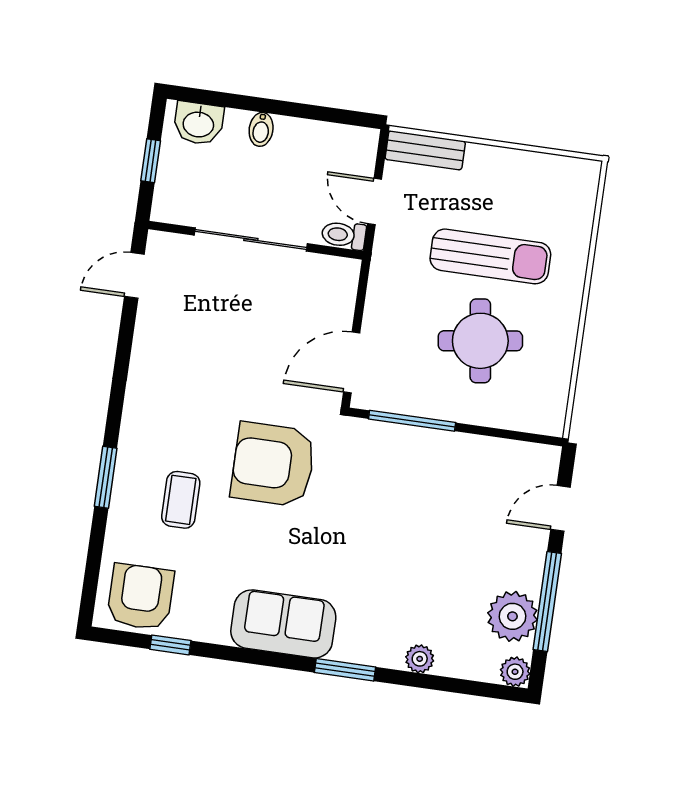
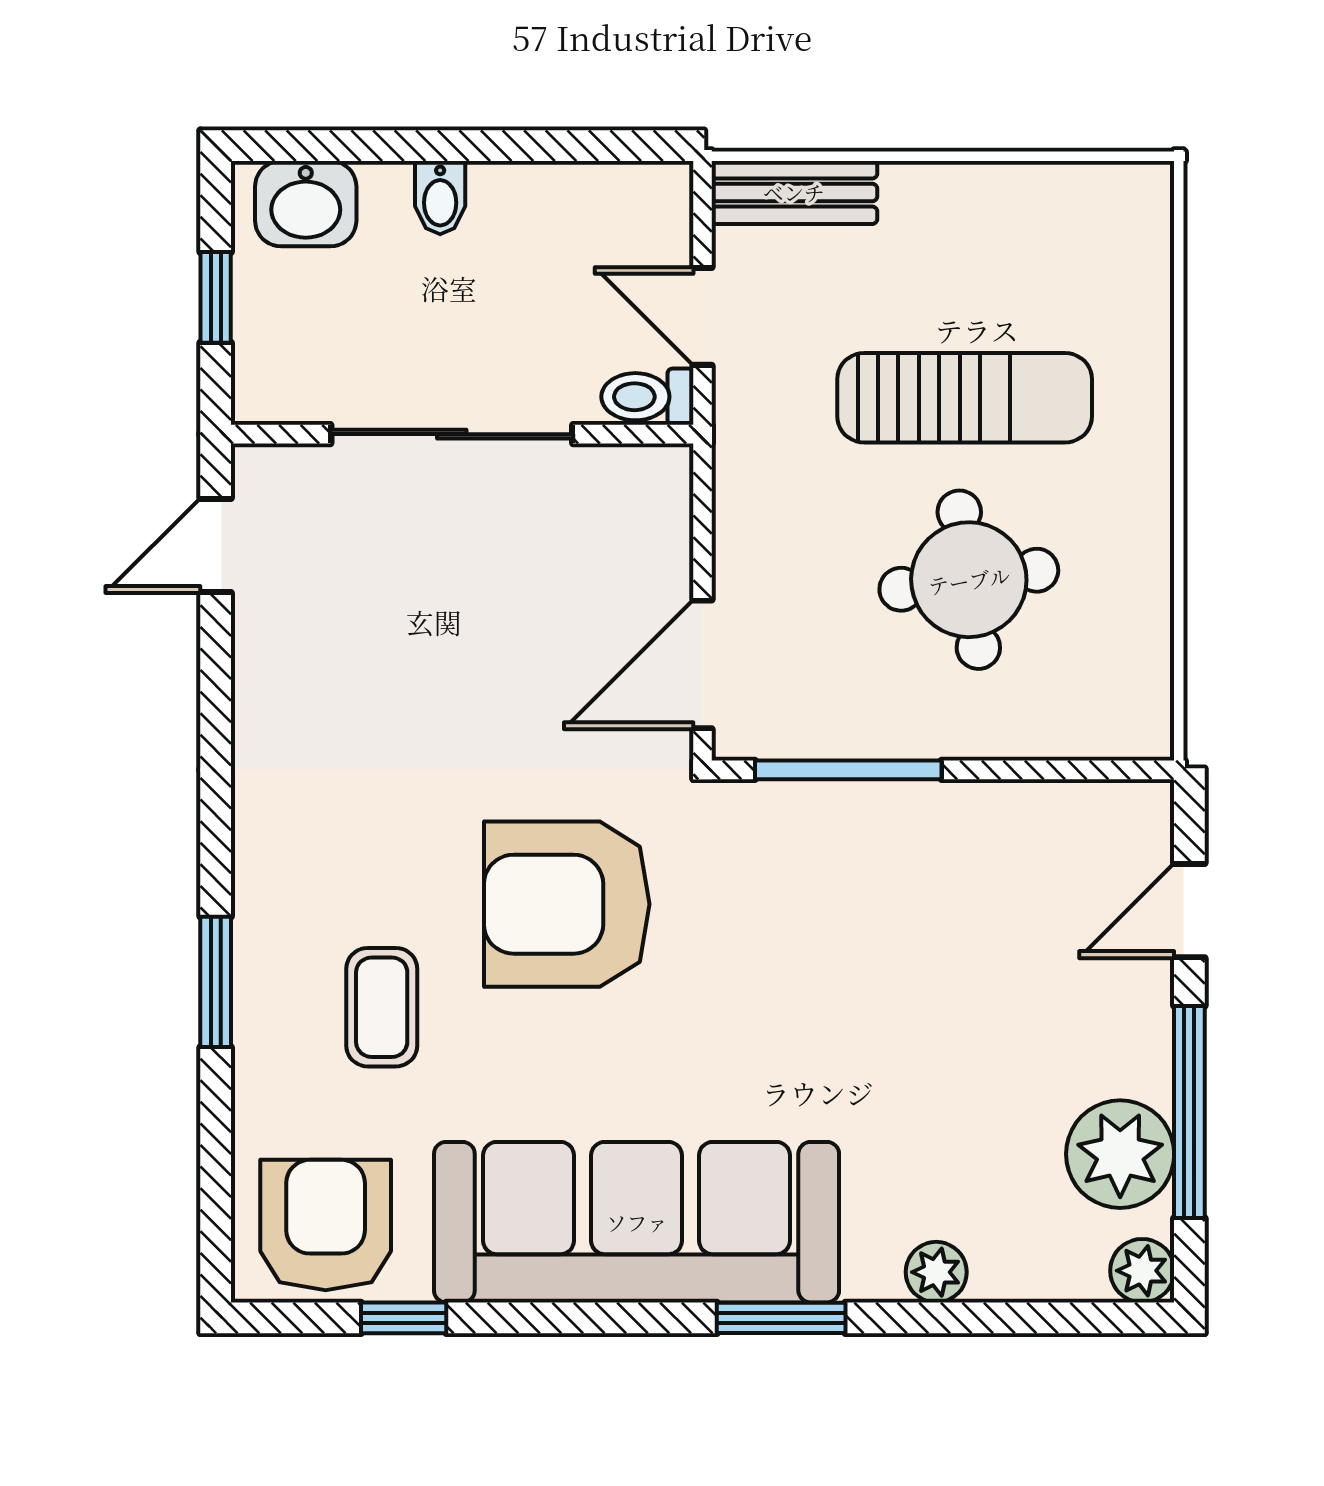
sofa: (283, 624) -> (637, 1222), width x1.85, depth x1.27

